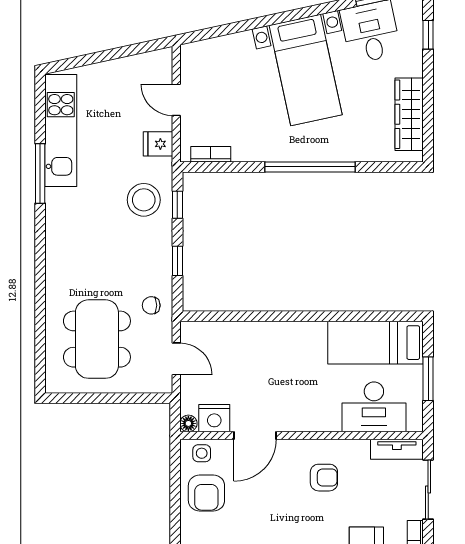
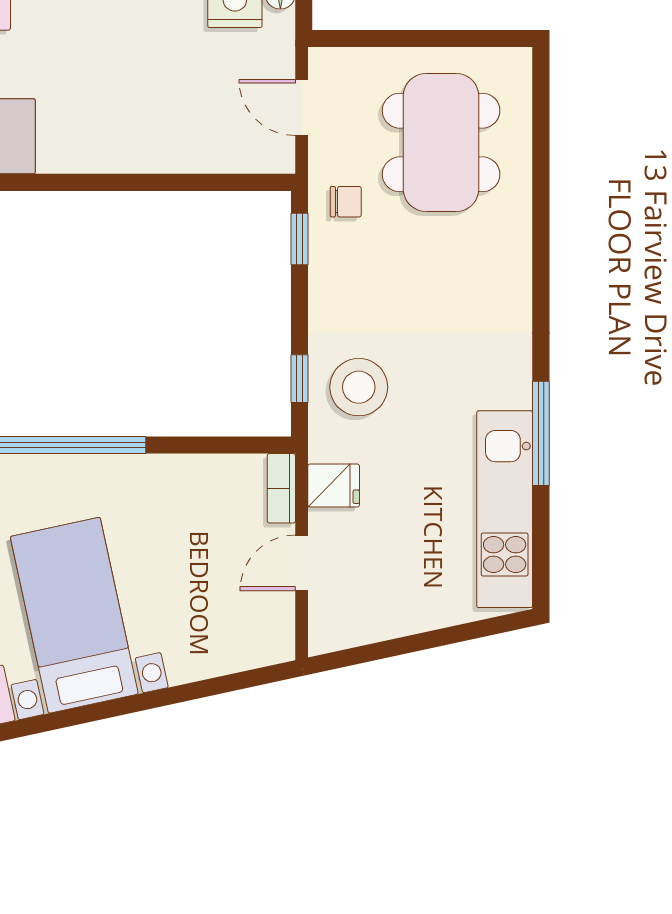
door: (176, 100) -> (302, 563), swing flipped
bookcase: (211, 154) -> (281, 488), moved, turned 90
window: (177, 261) -> (299, 239), moved

